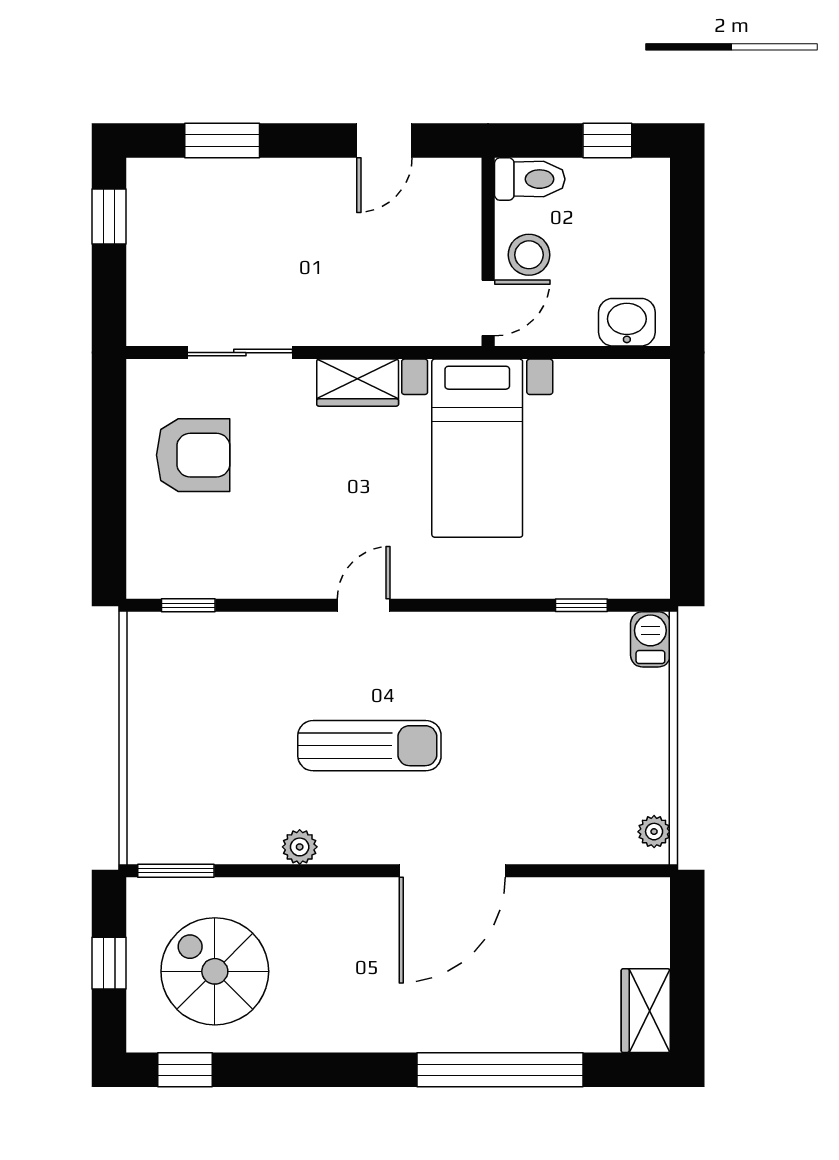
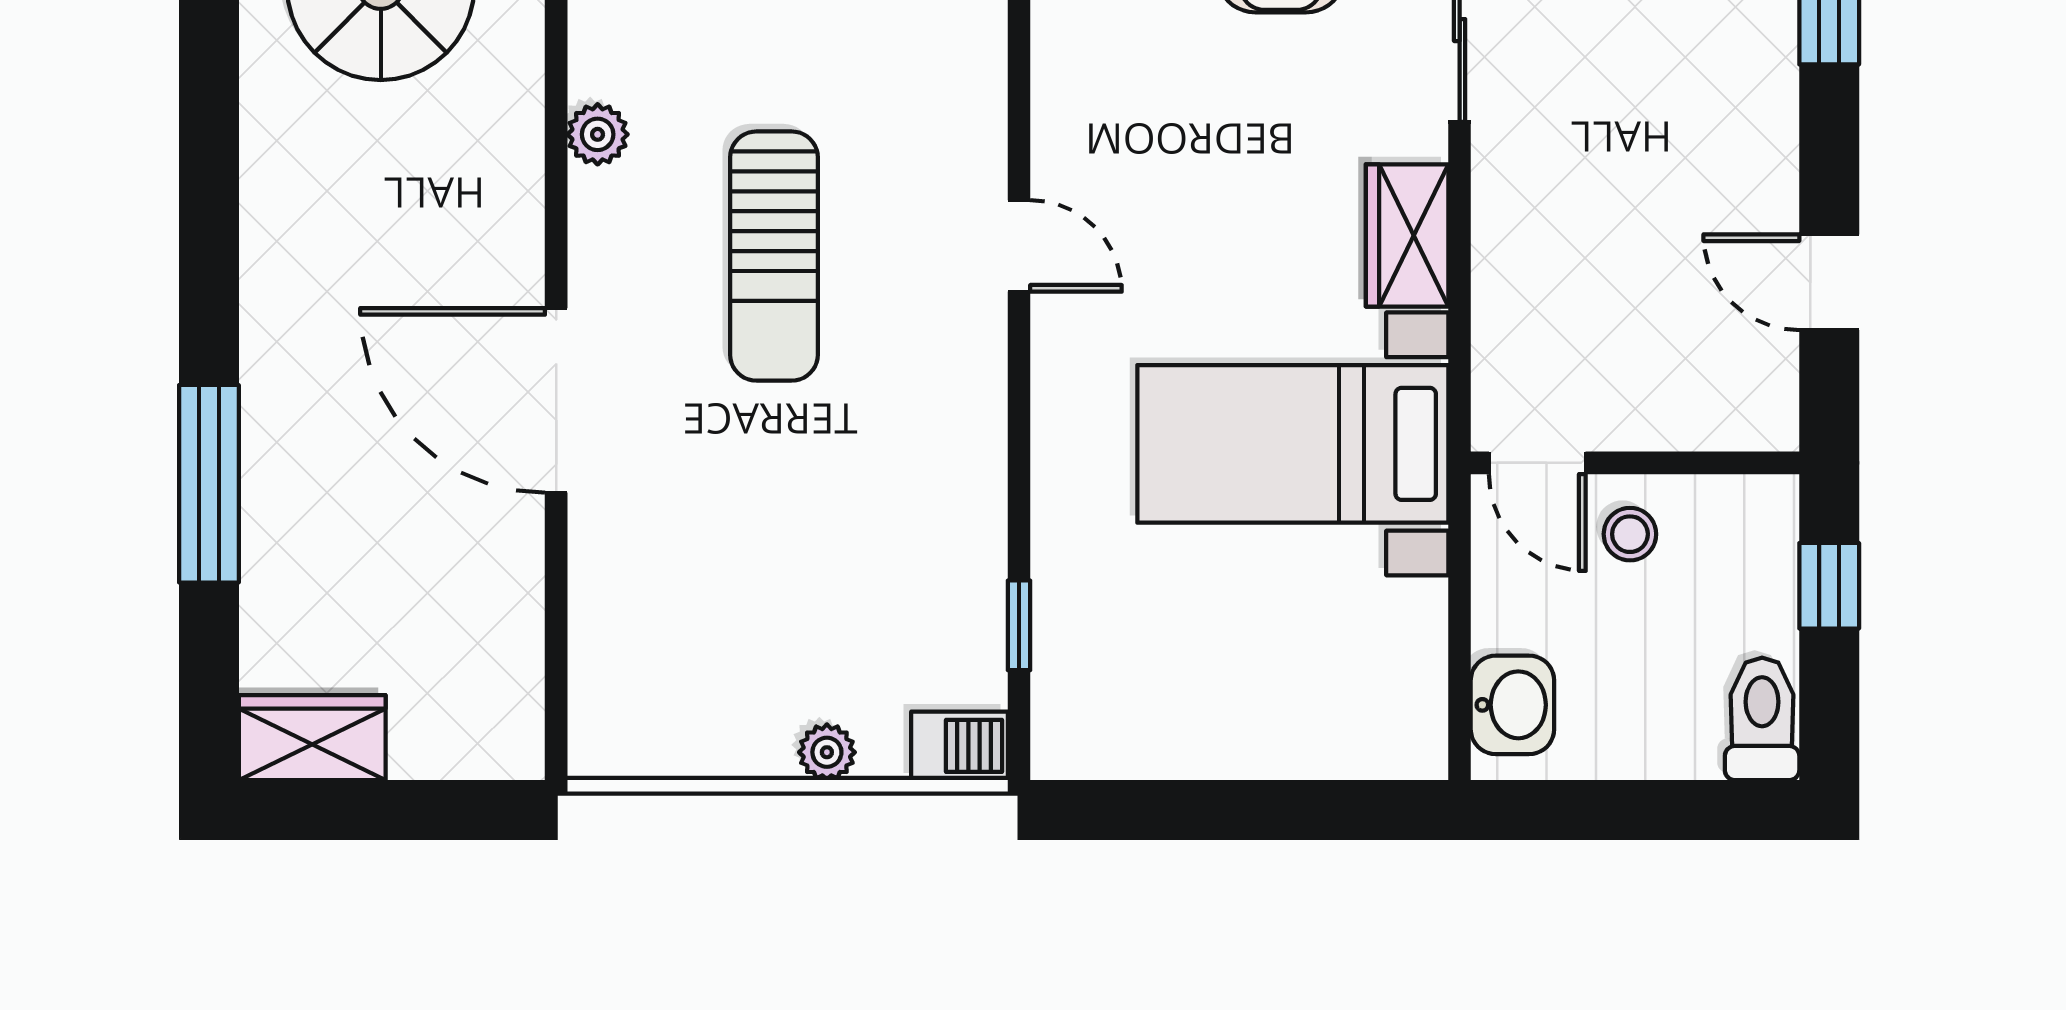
window: (607, 141) -> (1829, 586), moved
toilet: (530, 179) -> (1762, 719), moved, turned 180
stool: (529, 255) -> (1630, 534), width x0.73, depth x0.73
plant: (654, 832) -> (827, 752), moved
window: (500, 1070) -> (209, 484), width x0.68

